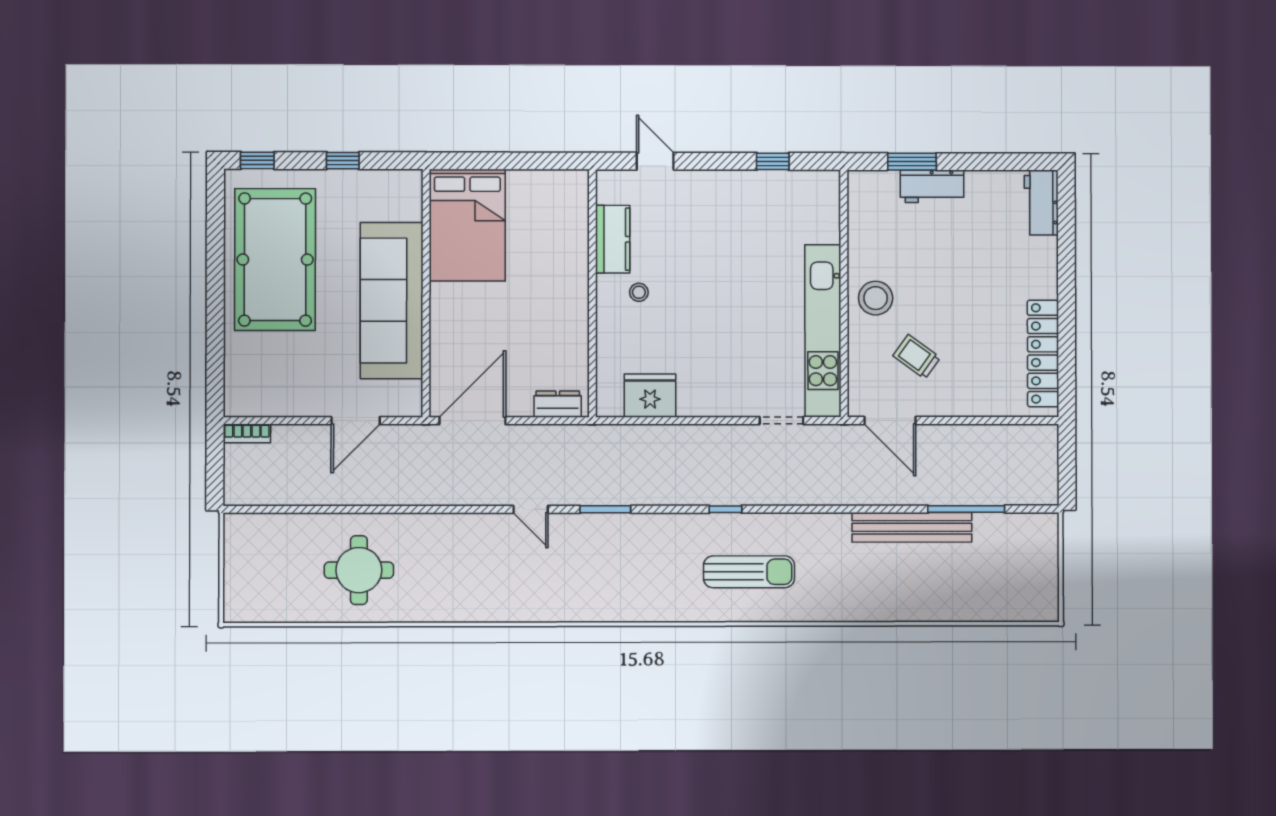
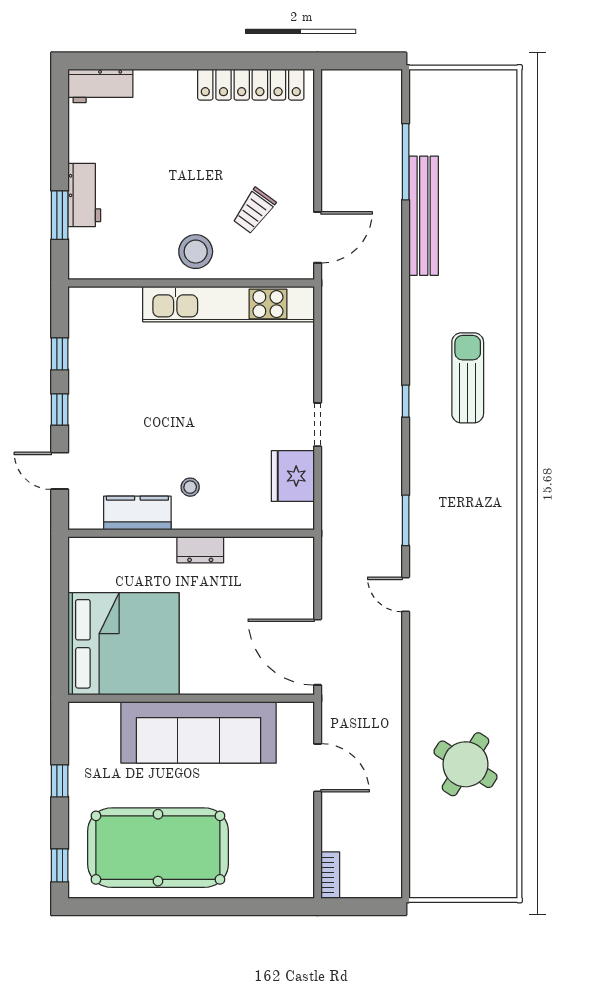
door: (655, 161) -> (60, 471), hinge flipped
window: (717, 161) -> (60, 410), added
bed: (467, 225) -> (123, 644), width x1.36
dresser: (558, 404) -> (200, 550), moved, turned -90
doorway: (781, 421) -> (318, 425), moved
door: (531, 509) -> (406, 594), swing flipped
round table: (359, 570) -> (465, 764), turned 32

